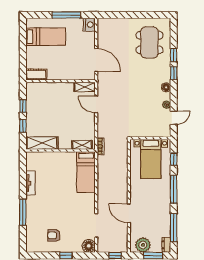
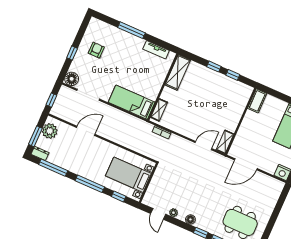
shelving: (42, 143) -> (178, 72), moved
shelving: (82, 145) -> (159, 110), moved
wall: (61, 150) -> (163, 87), moved
bed: (86, 172) -> (132, 102), moved

